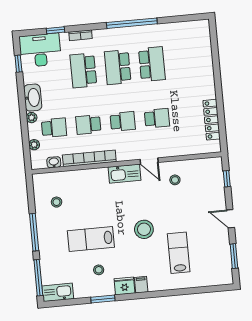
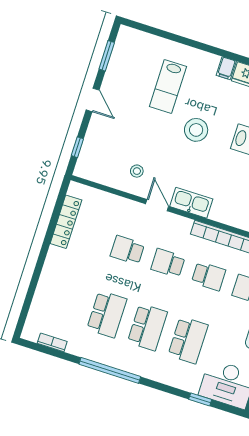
bookcase: (80, 35) -> (52, 342), moved
school desk: (152, 64) -> (107, 314), turned 180

